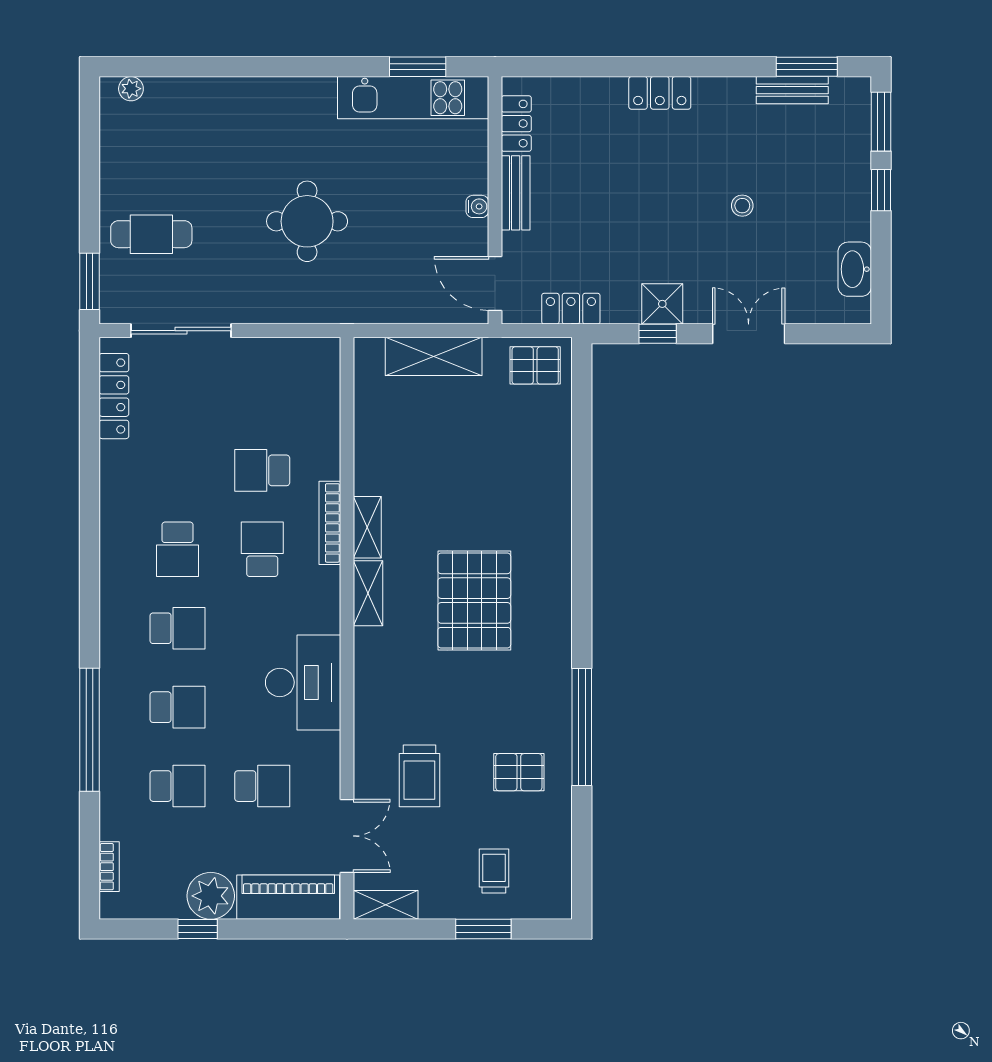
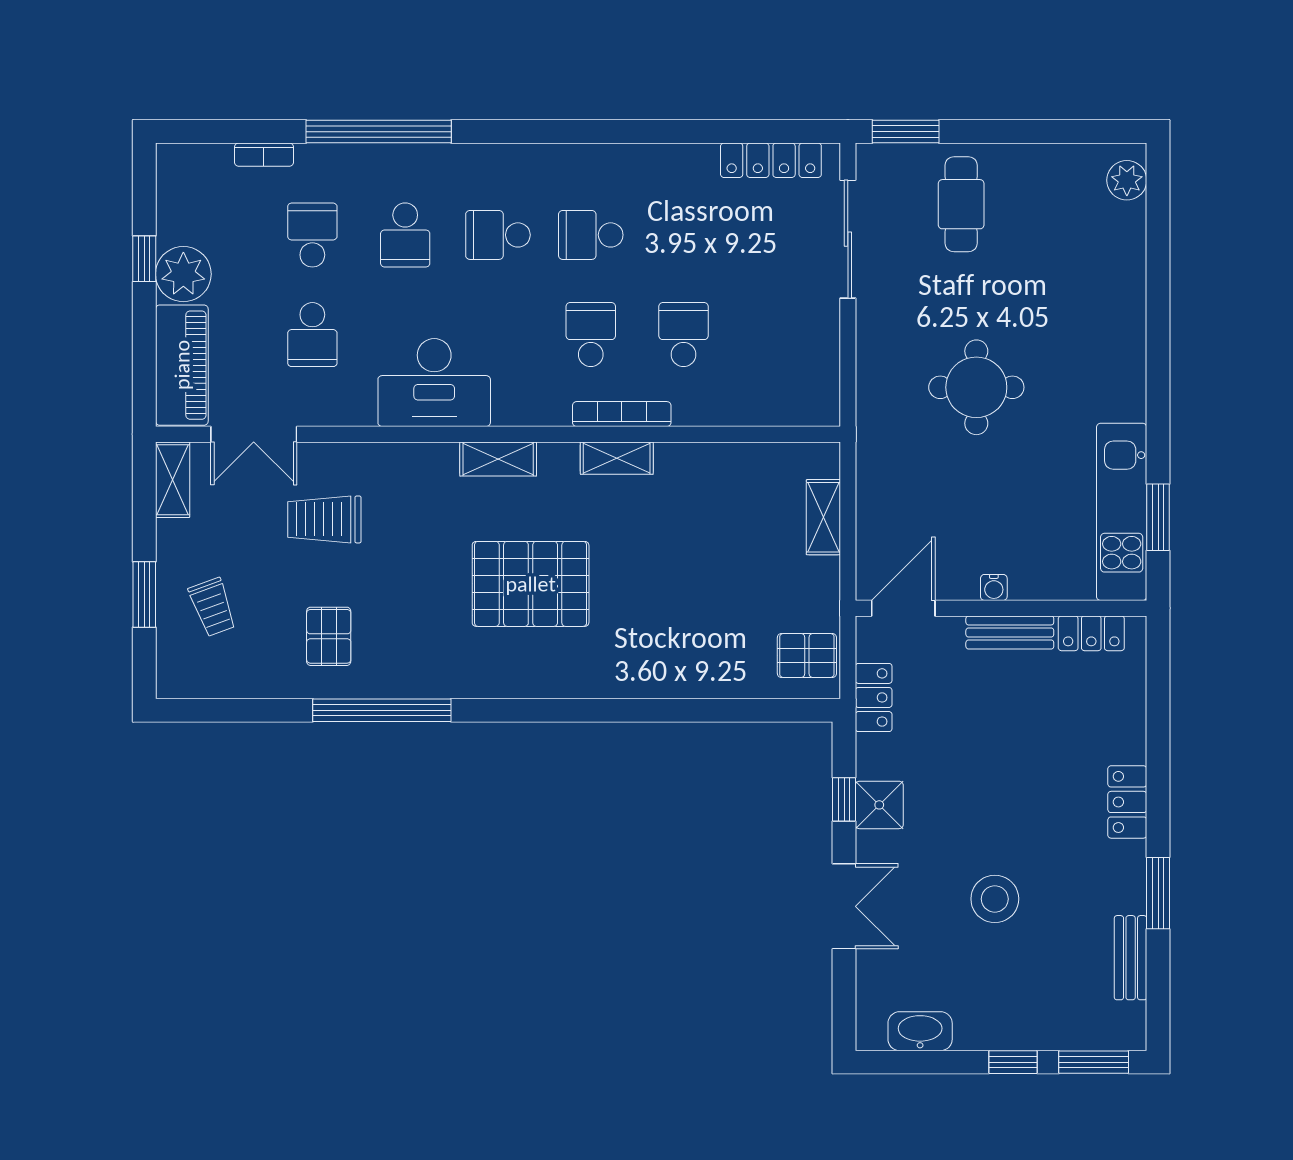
window: (807, 67) -> (1158, 893), moved
plant: (131, 89) -> (1127, 180), width x1.38, depth x1.38
stool: (742, 206) -> (995, 899), width x1.89, depth x1.89
shelving: (434, 356) -> (823, 517), width x0.67, depth x0.75
pallet: (535, 365) -> (807, 655), turned 90
school desk: (262, 549) -> (591, 335), turned -90
shelving: (368, 593) -> (498, 459), moved
school desk: (177, 628) -> (498, 235), turned 90
school desk: (177, 786) -> (312, 235), turned 180
bookcase: (109, 867) -> (264, 155), moved
trolley: (494, 871) -> (212, 607), turned 70

